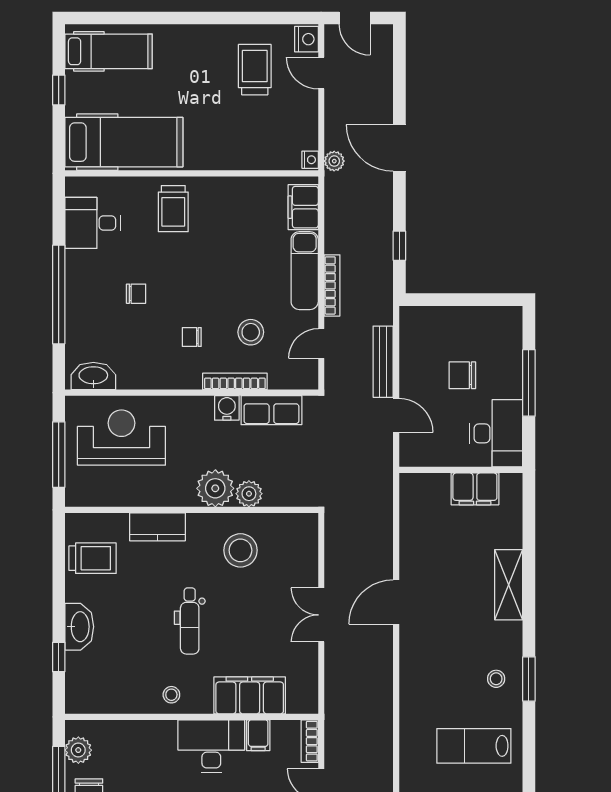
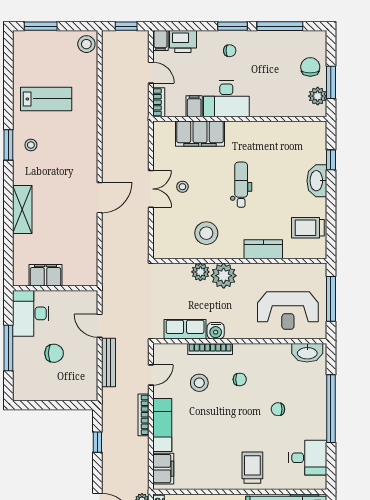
stool: (171, 695) -> (182, 187), moved

